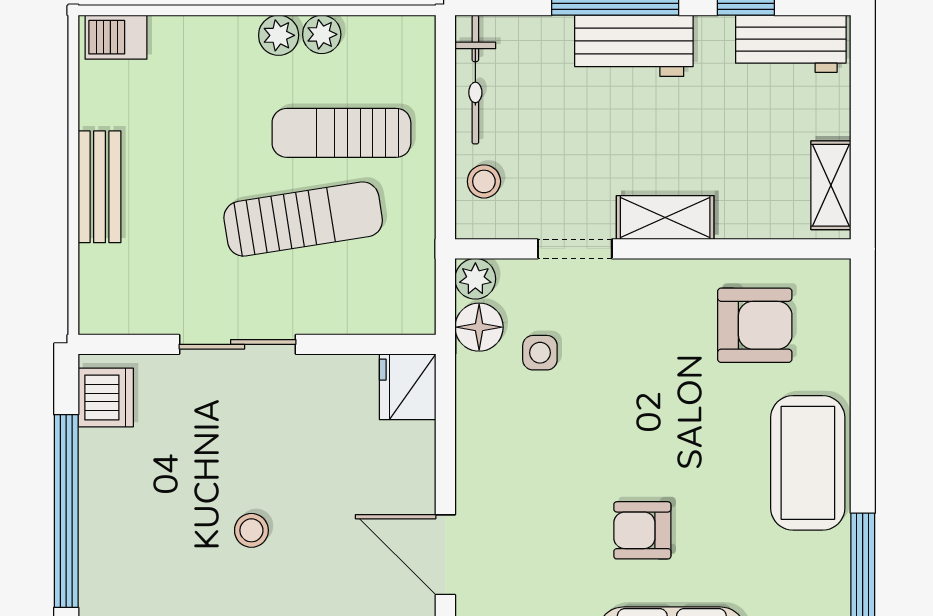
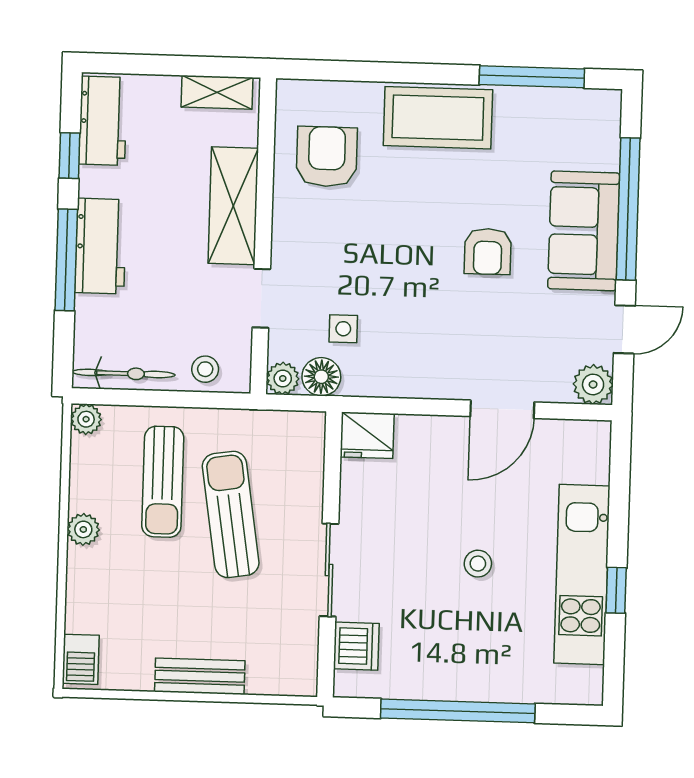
plant: (322, 34) -> (86, 419), moved
shelving: (665, 217) -> (233, 206), width x1.50, depth x1.33
dishwasher: (106, 397) -> (356, 646), moved, turned 90

